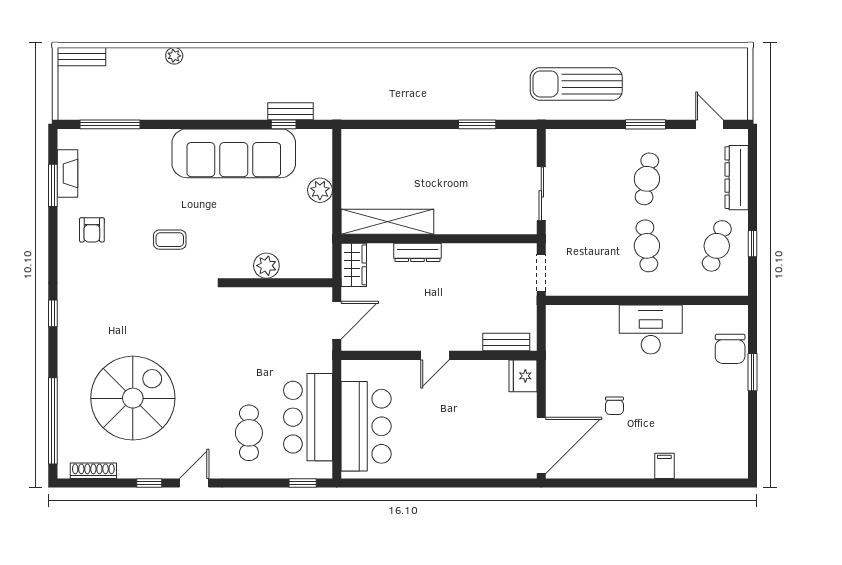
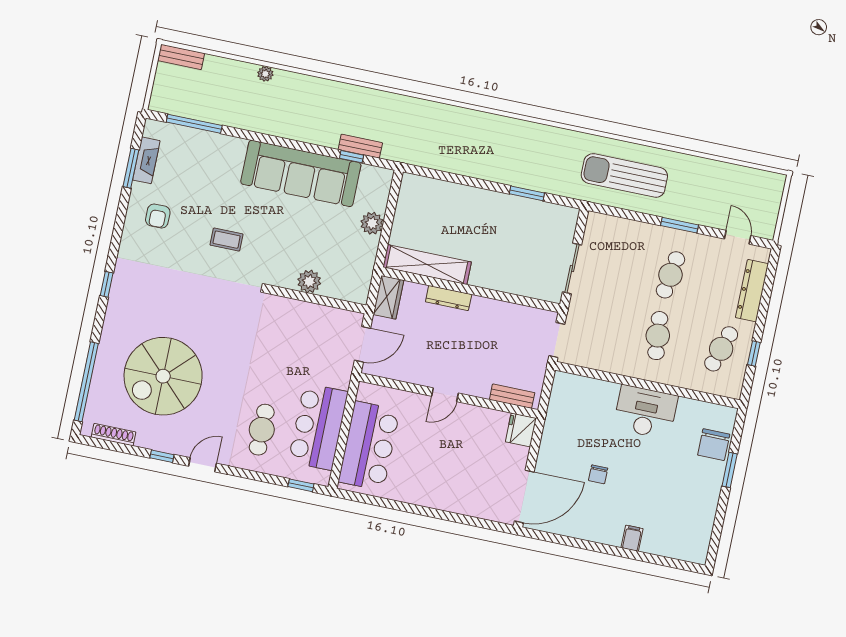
spiral stairs: (133, 398) -> (163, 376), turned 180

